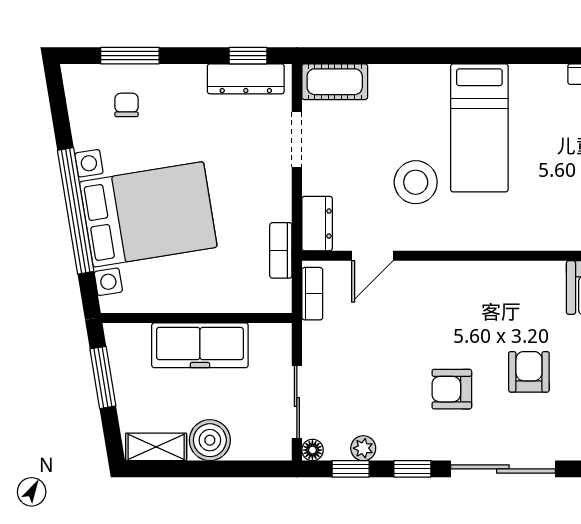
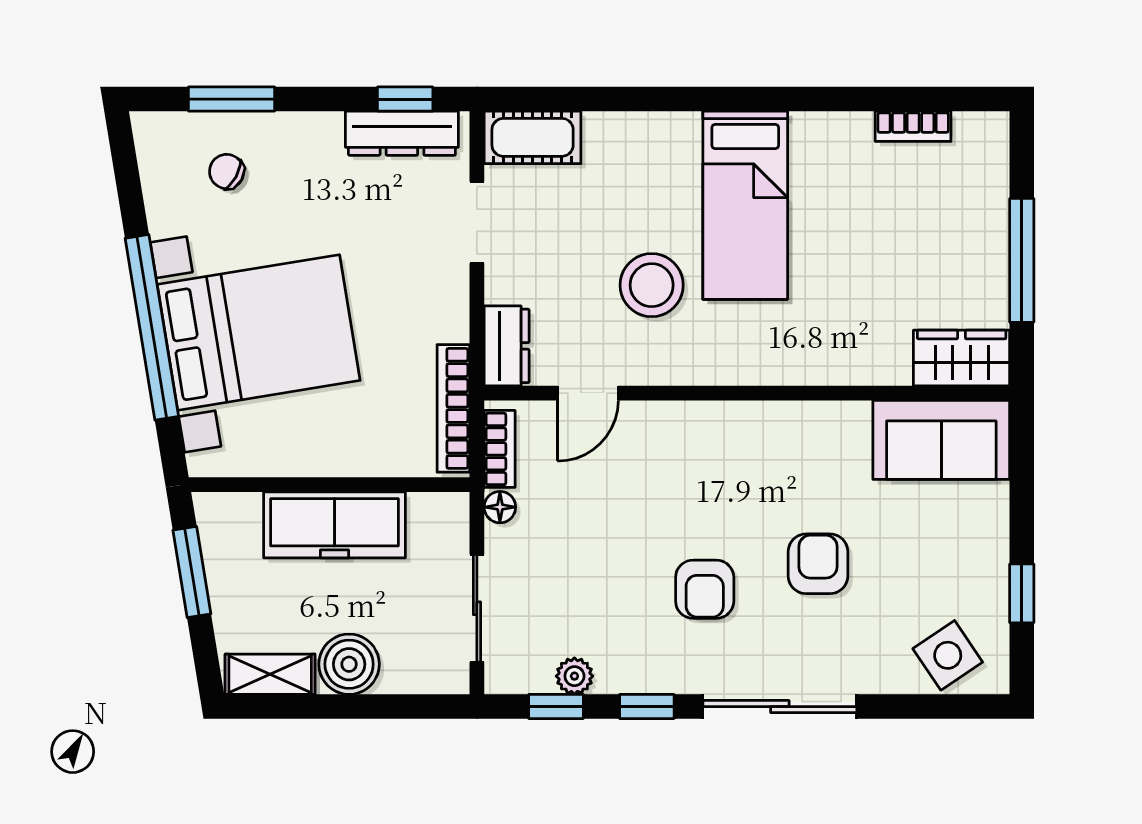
chair: (127, 105) -> (227, 171), turned -61
bookcase: (281, 250) -> (453, 408), width x1.56
armchair: (452, 389) -> (705, 589), turned -90
floor lamp: (312, 450) -> (500, 507), moved

